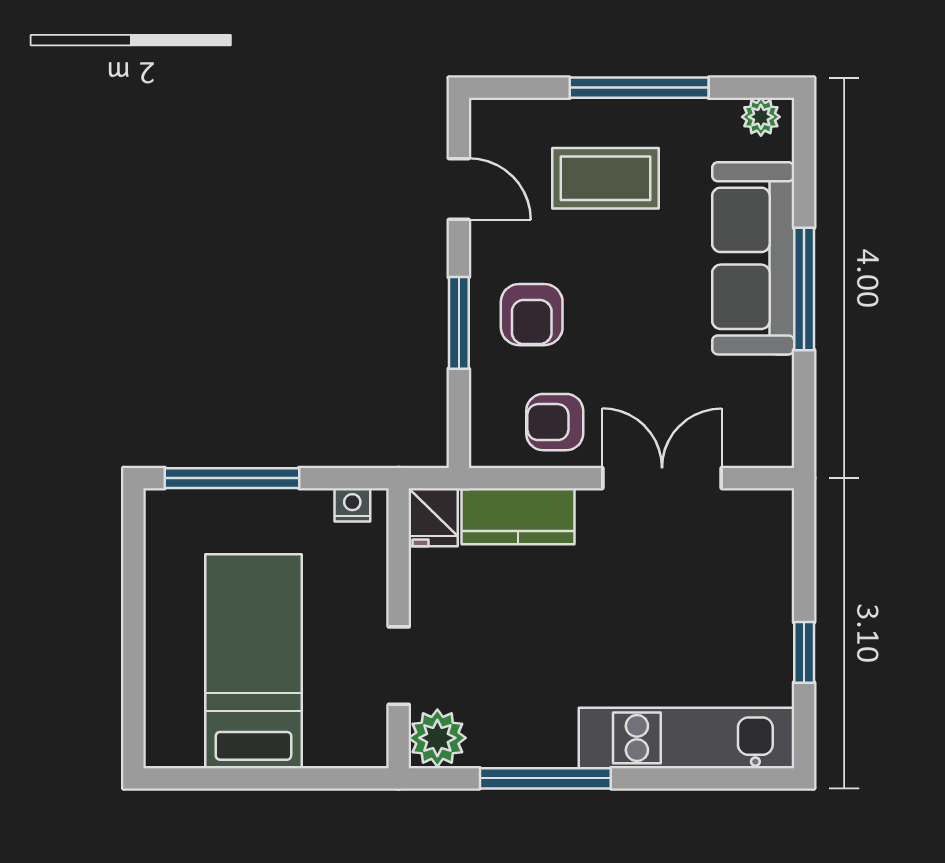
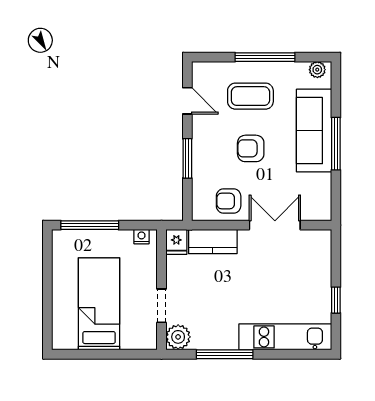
armchair: (532, 315) -> (251, 148), moved, turned 90

